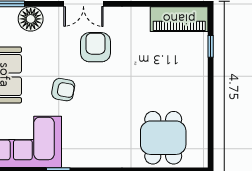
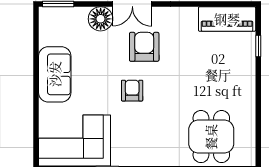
floor lamp: (31, 19) -> (101, 19), moved
armchair: (63, 90) -> (132, 91), moved, turned -100

